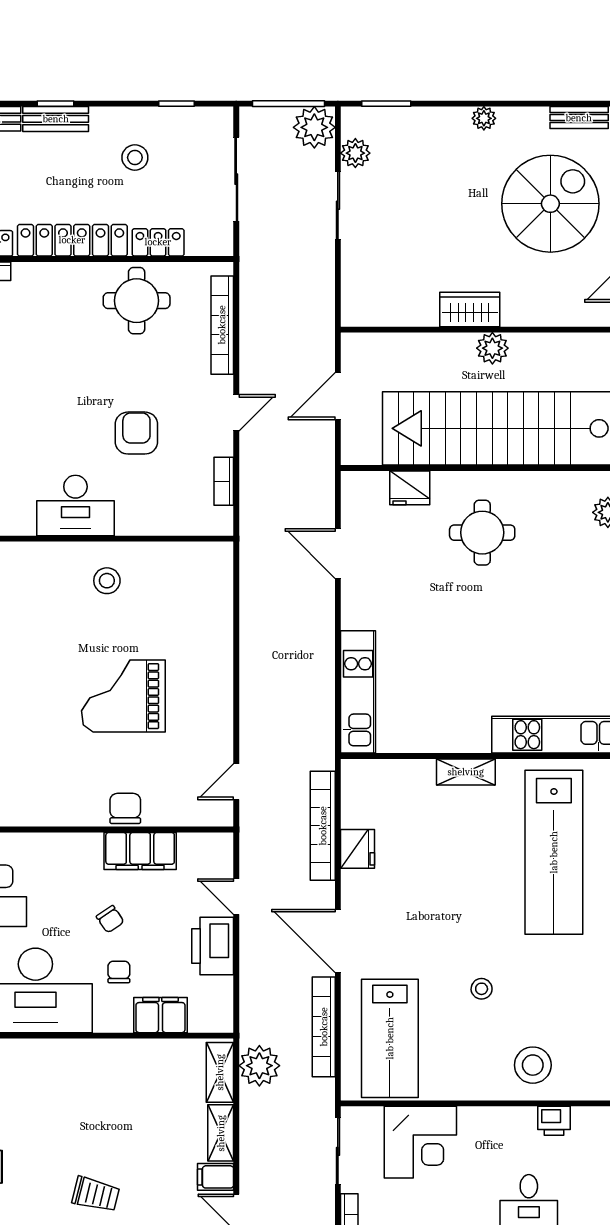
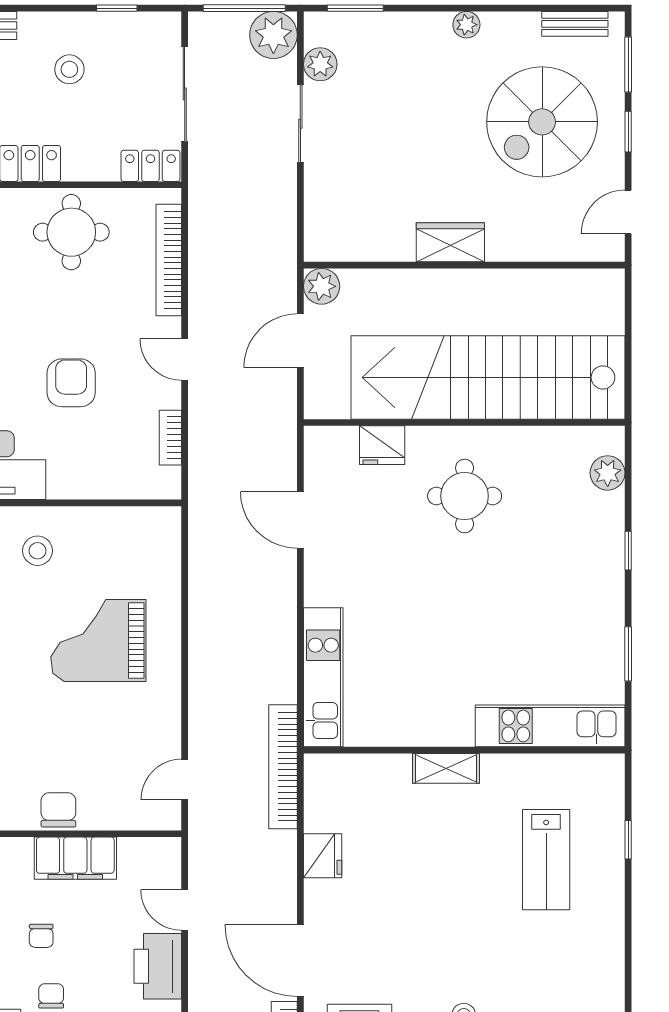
spiral stairs: (550, 204) -> (542, 122), turned 180
locker: (158, 242) -> (150, 166), moved
plant: (492, 348) -> (322, 286), moved
door: (236, 413) -> (185, 360), swing flipped
grand piano: (123, 696) -> (98, 640), moved
bookcase: (323, 826) -> (283, 767), moved
lab bench: (554, 852) -> (546, 860), width x0.54, depth x0.72
chair: (110, 919) -> (41, 936), turned 34

